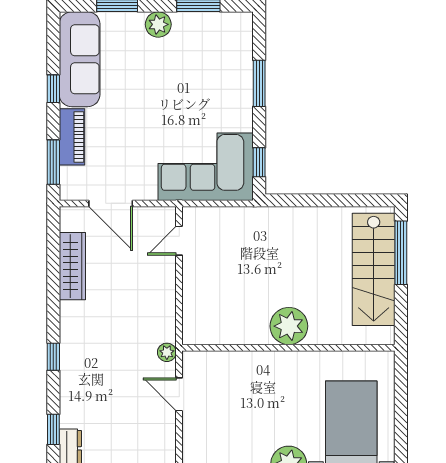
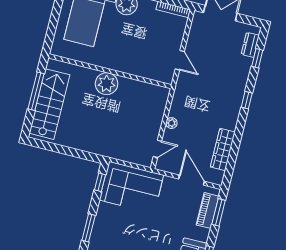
piano: (72, 137) -> (208, 211), moved
window: (401, 253) -> (36, 91), moved
plant: (167, 352) -> (171, 123), moved

